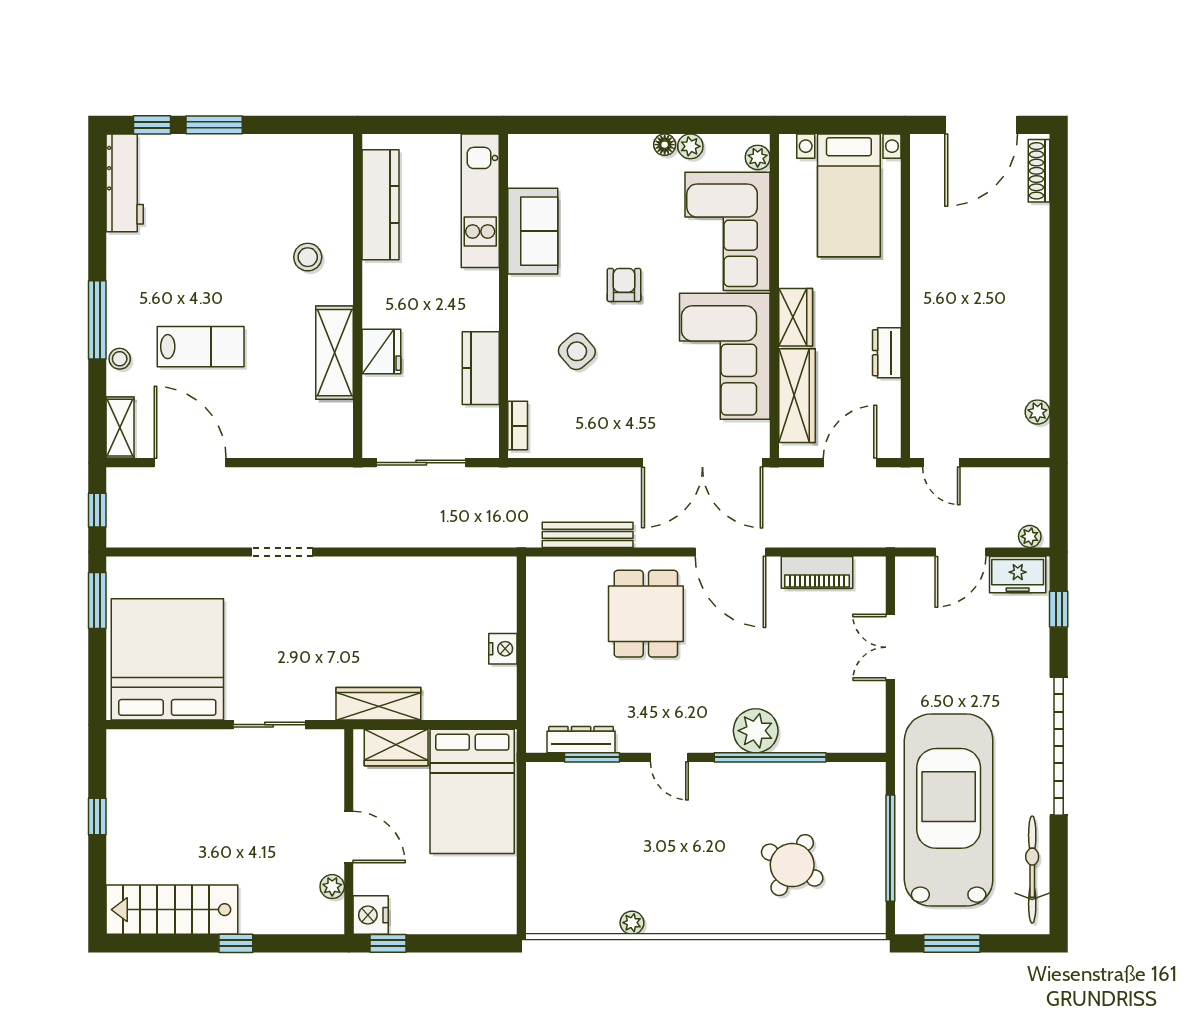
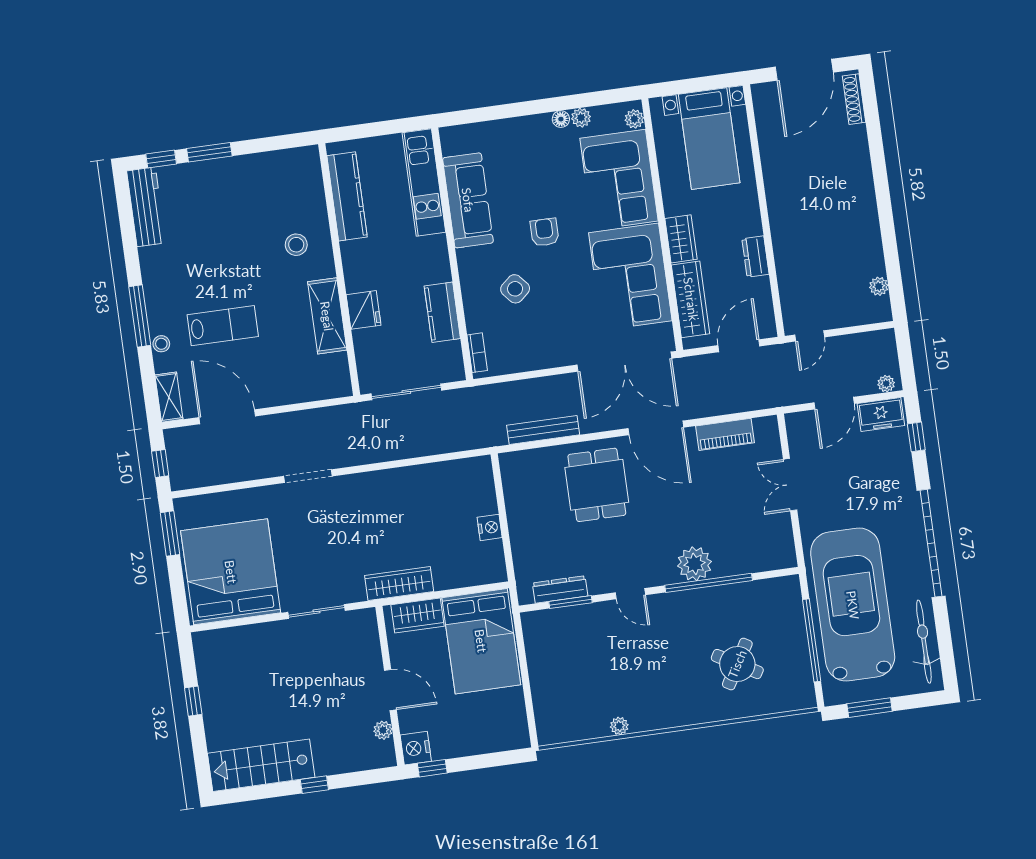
sofa: (533, 231) -> (468, 200), width x1.36
door: (941, 463) -> (810, 336), hinge flipped

